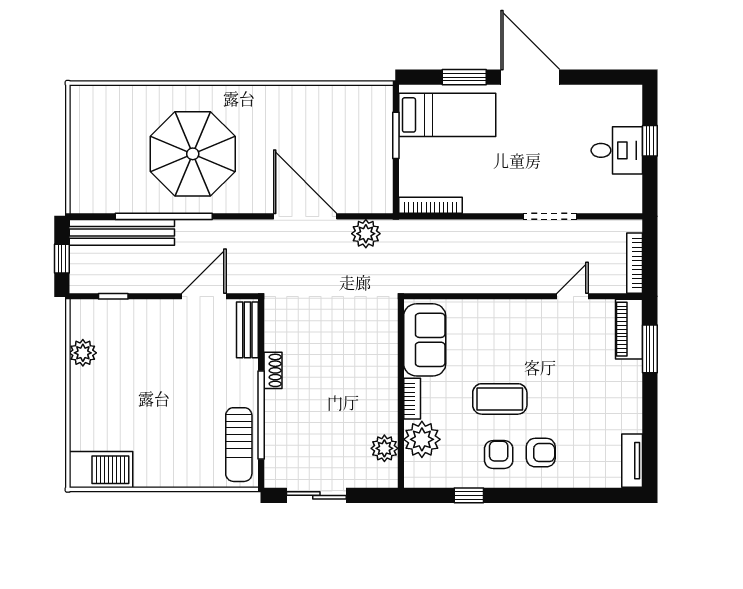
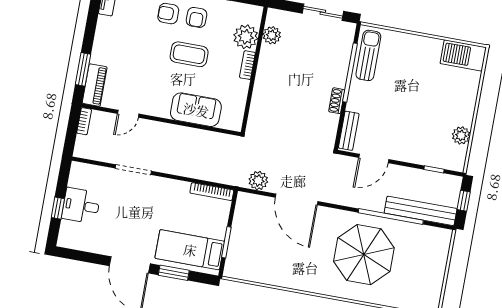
bookcase: (635, 263) -> (84, 121), width x0.64
sofa: (425, 340) -> (196, 110), moved, turned 90

